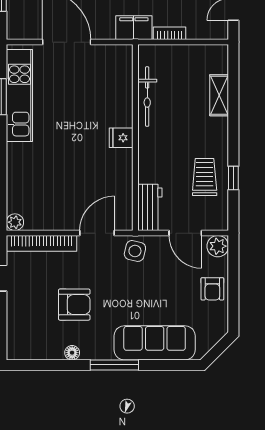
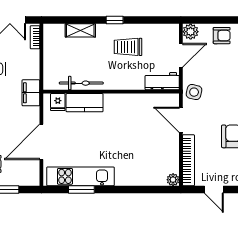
bookcase: (170, 33) -> (35, 37), moved
kitchen counter: (120, 101) -> (85, 103), added
fridge: (121, 138) -> (58, 102), moved
trolley: (205, 177) -> (128, 47), moved
window: (233, 178) -> (115, 20), moved

